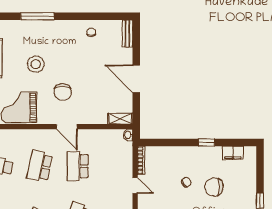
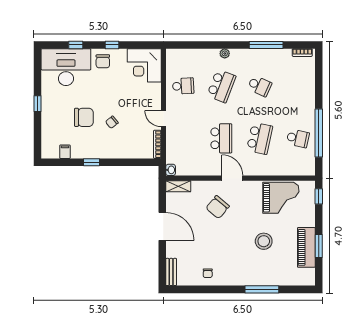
chair: (63, 92) -> (218, 207), moved, turned -140
filing cabinet: (233, 153) -> (65, 152), width x0.50

